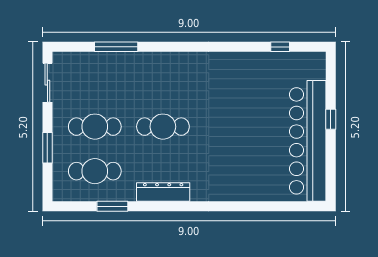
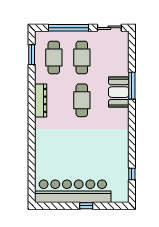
window: (116, 47) -> (132, 86), moved
booth: (150, 68) -> (119, 92), added
window: (47, 148) -> (68, 28), width x2.11
window: (112, 206) -> (32, 55), moved

